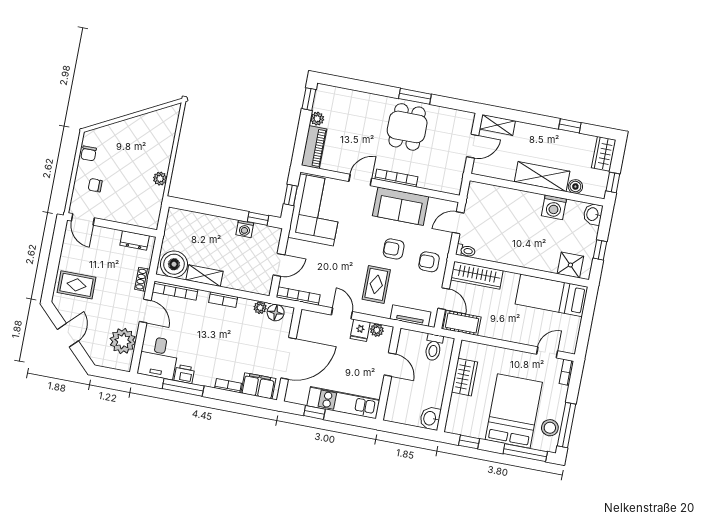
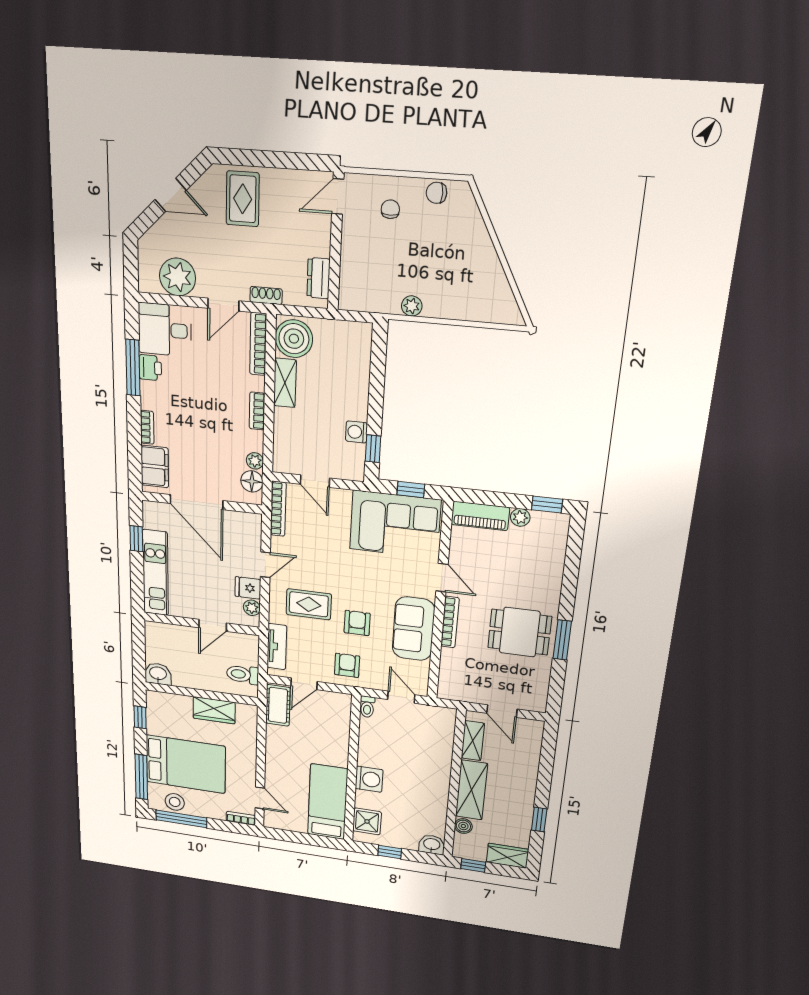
shelving: (497, 125) -> (473, 741), moved
washing machine: (554, 207) -> (369, 779), moved, turned 180
wardrobe: (477, 275) -> (339, 720), removed

